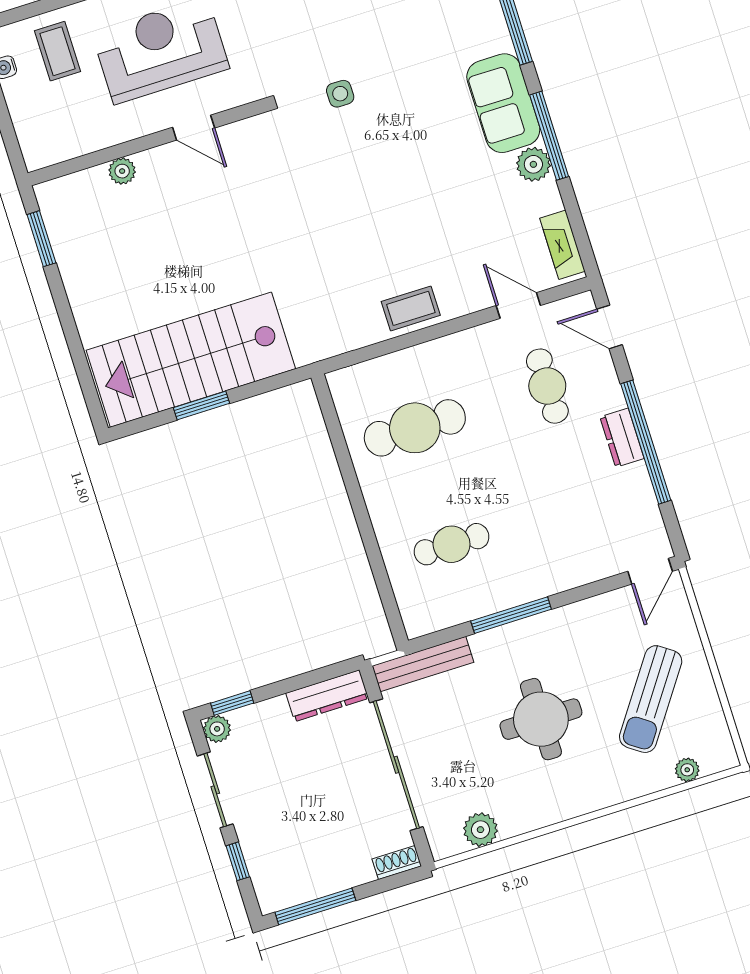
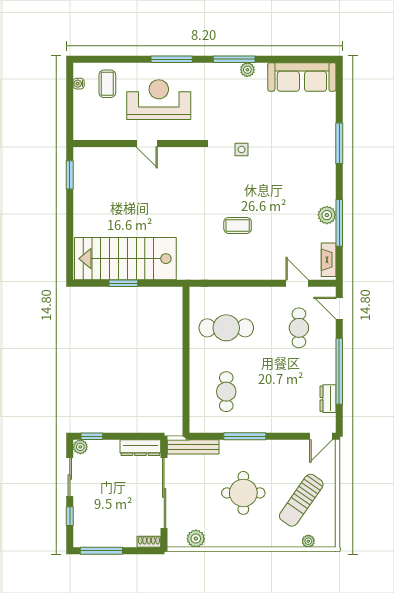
sofa: (503, 103) -> (321, 180), removed
door: (194, 128) -> (147, 143), moved
window: (549, 136) -> (339, 223), moved
plant: (122, 171) -> (121, 154), removed
coffee table: (411, 308) -> (238, 225), moved
dresser: (622, 438) -> (328, 399), moved
cafe table: (452, 544) -> (226, 392), turned 90

